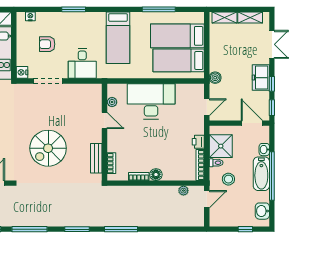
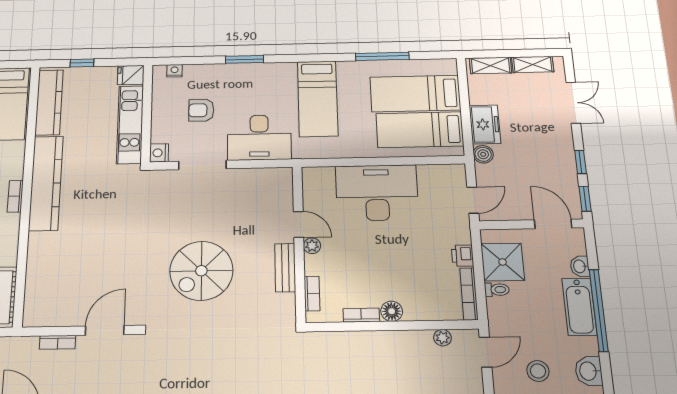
desk: (82, 63) -> (259, 137), width x1.37
freezer: (261, 78) -> (485, 124), moved, turned 180
plant: (112, 102) -> (312, 246), moved
bench: (96, 158) -> (285, 268), moved
stool: (228, 179) -> (538, 371), moved

